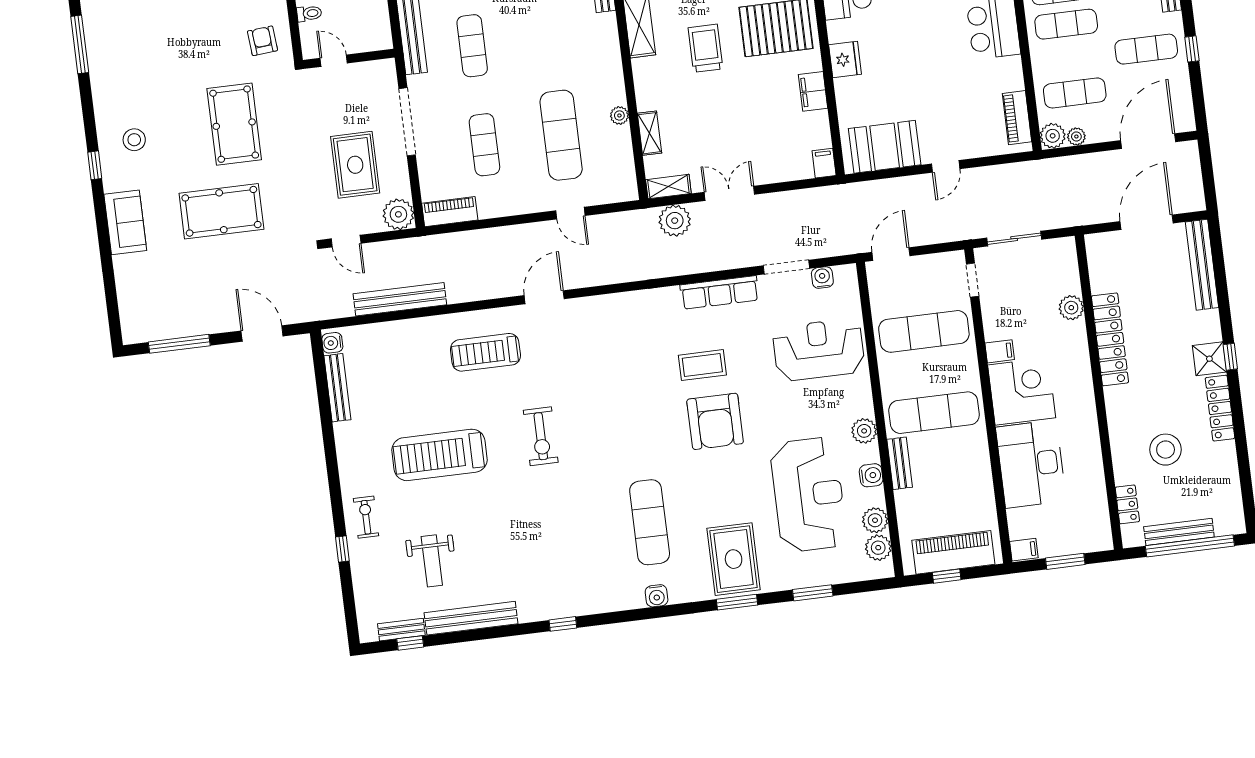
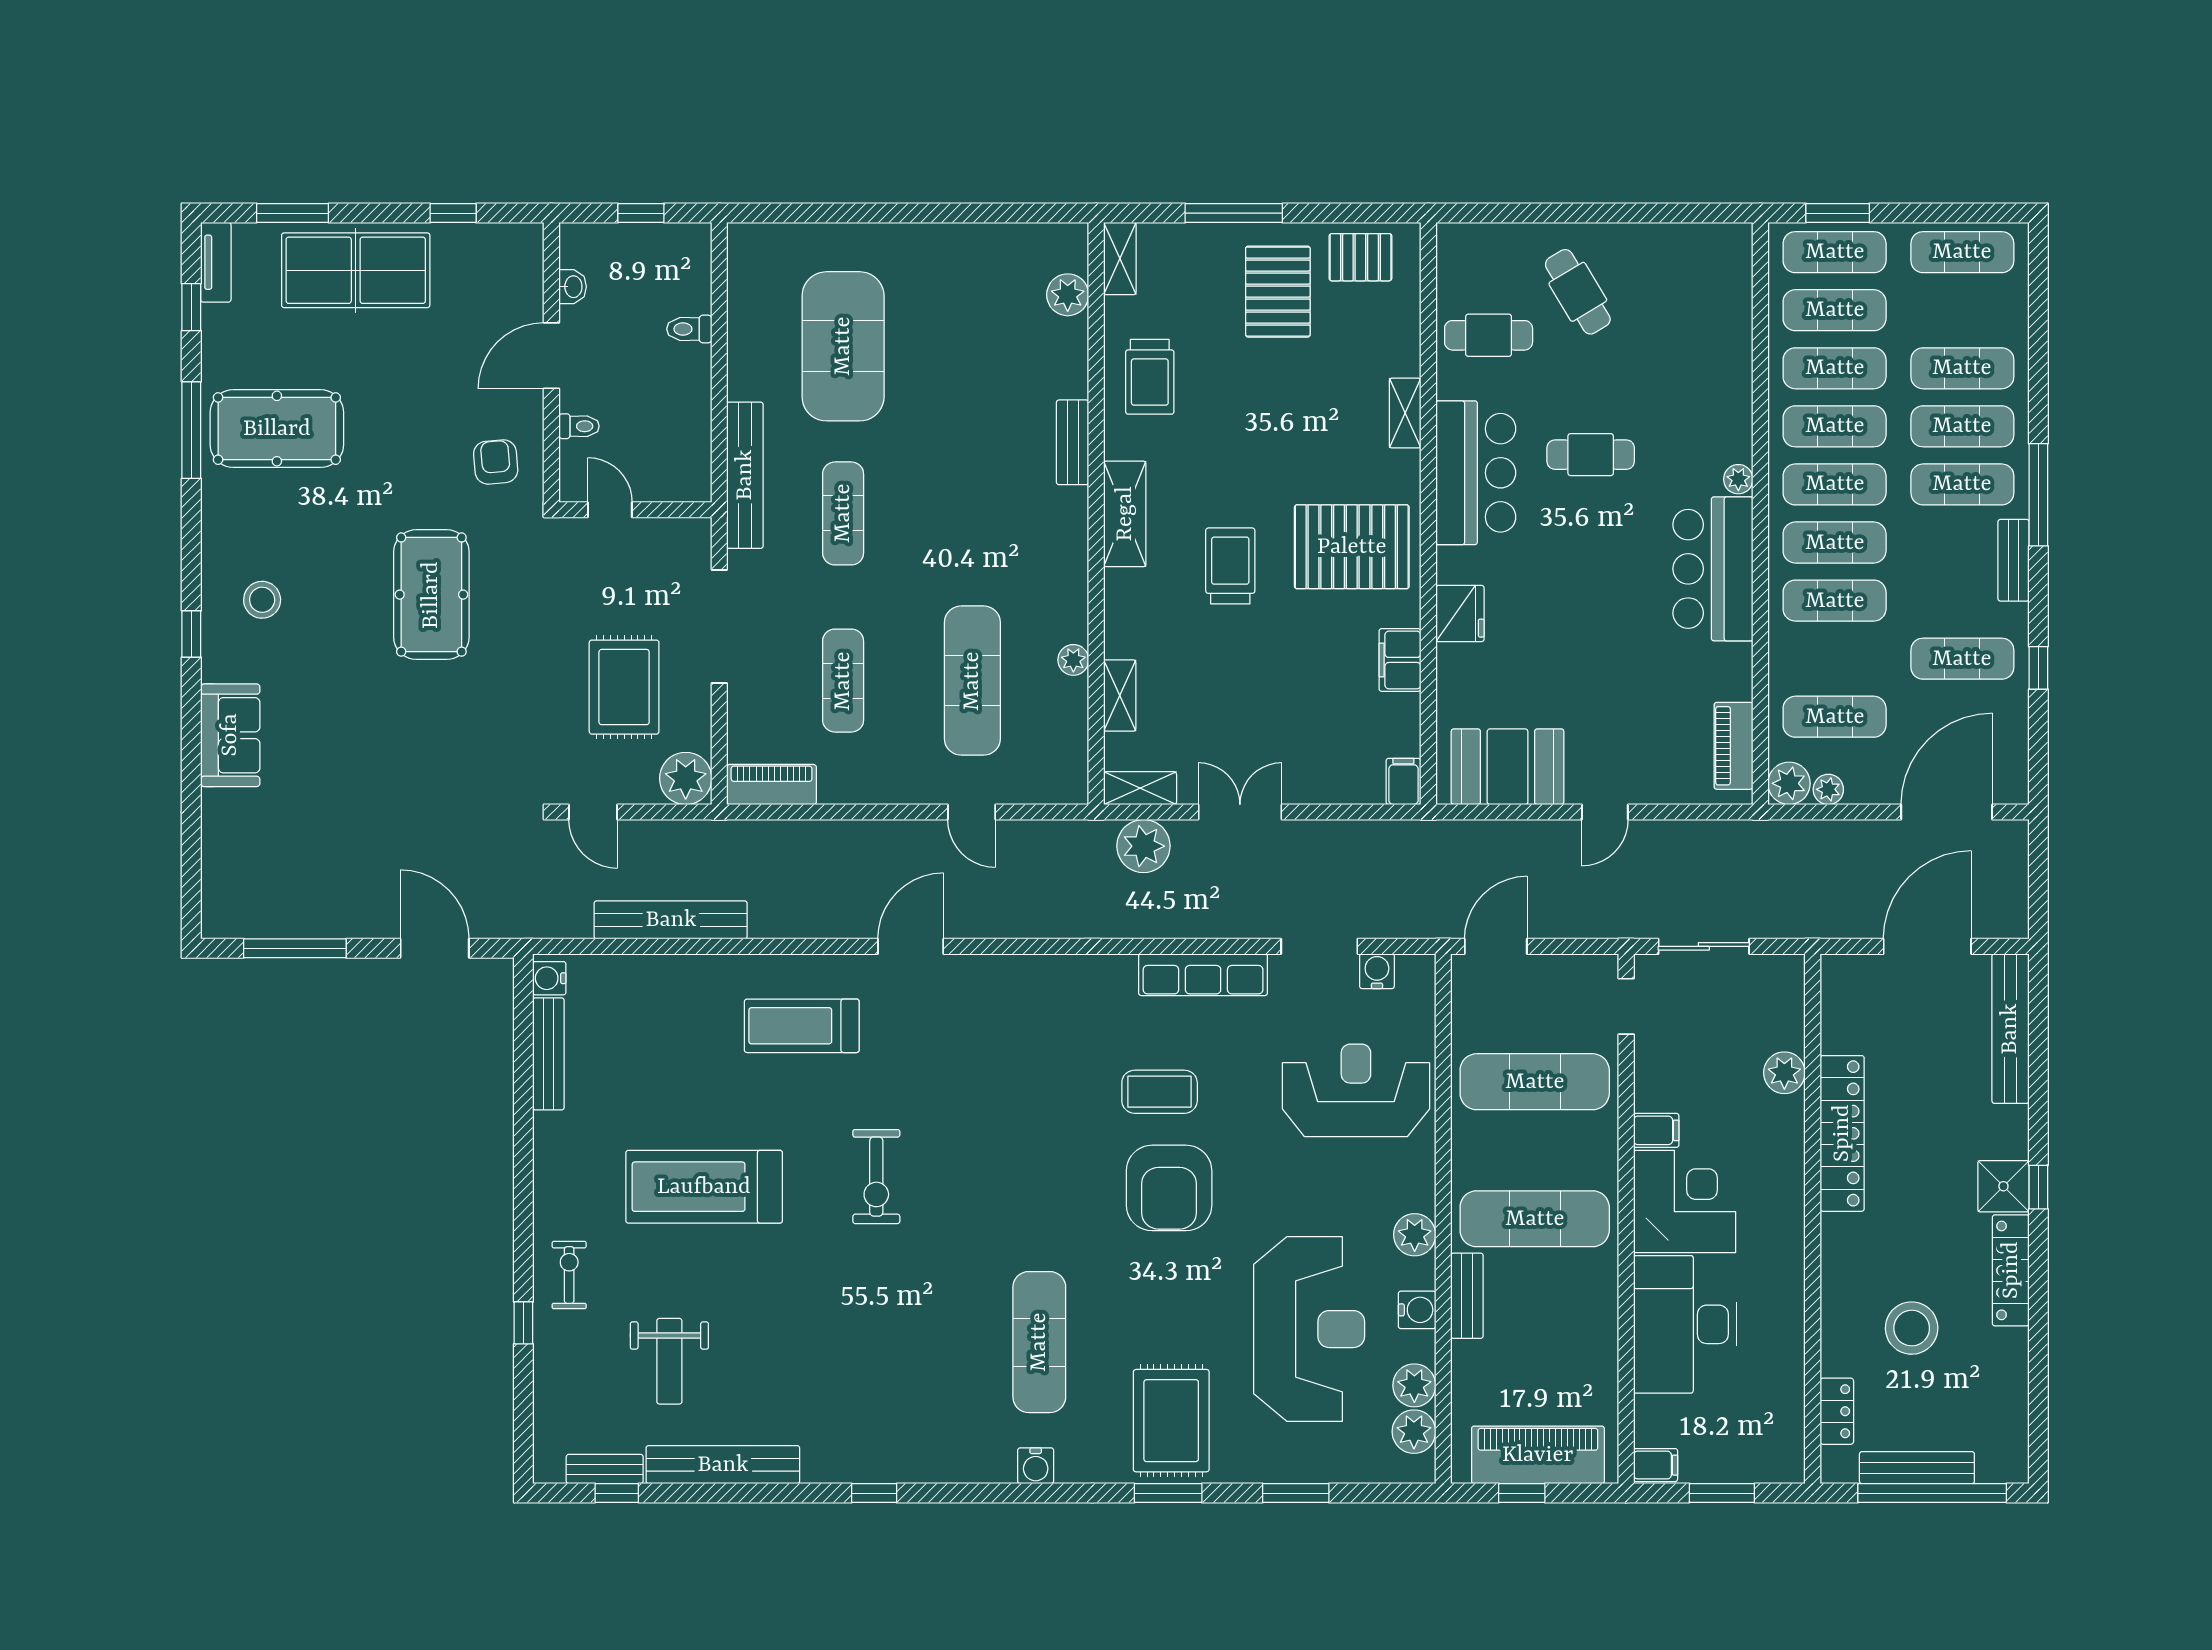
pool table: (221, 211) -> (277, 429), moved

